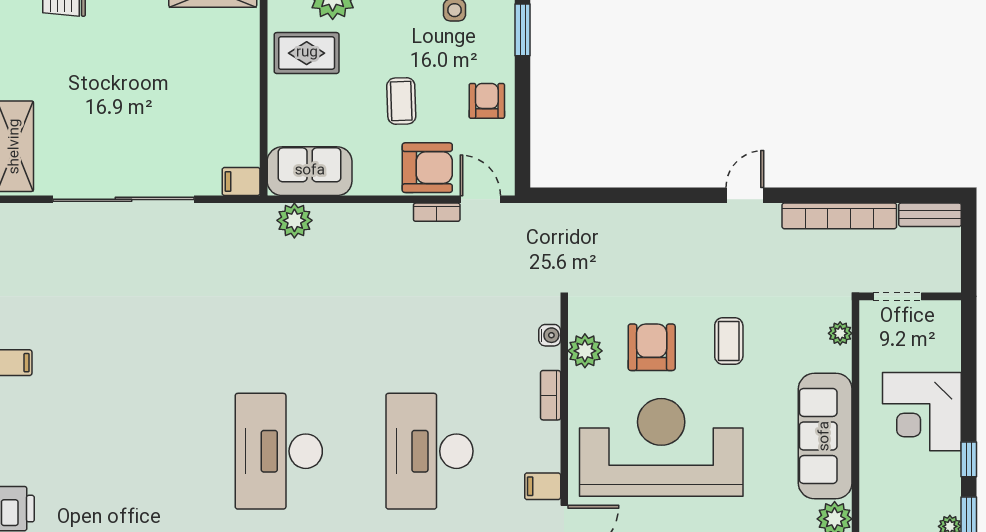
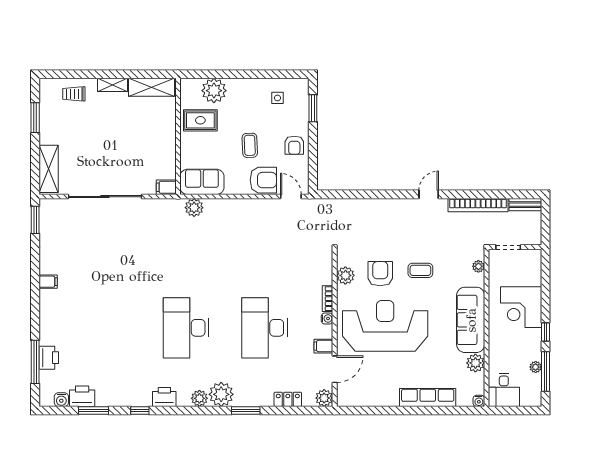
armchair: (487, 101) -> (294, 145), turned 180
bookcase: (437, 212) -> (268, 203), removed
water cooler: (550, 335) -> (327, 318), moved
coffee table: (729, 341) -> (420, 270), turned 90

